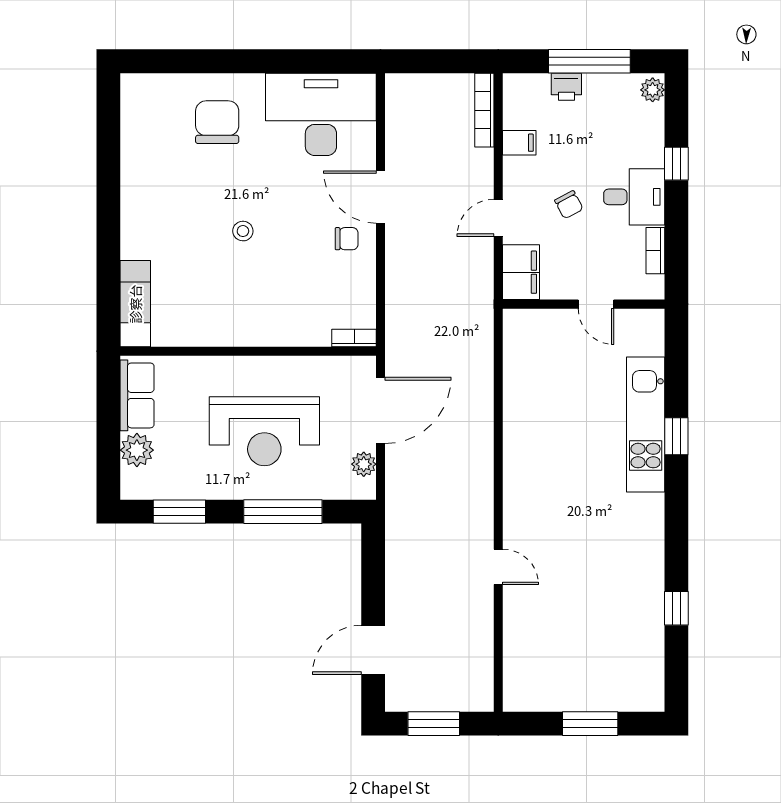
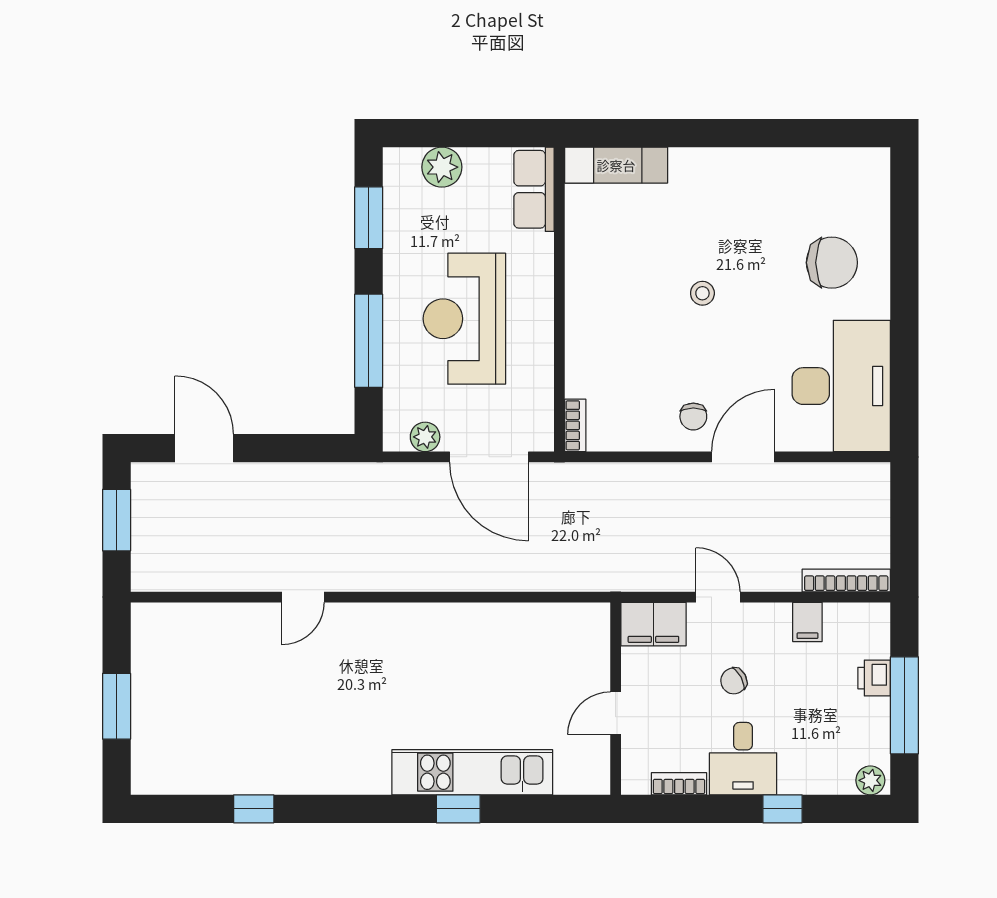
row of seats: (137, 395) -> (534, 189), moved, turned 90

